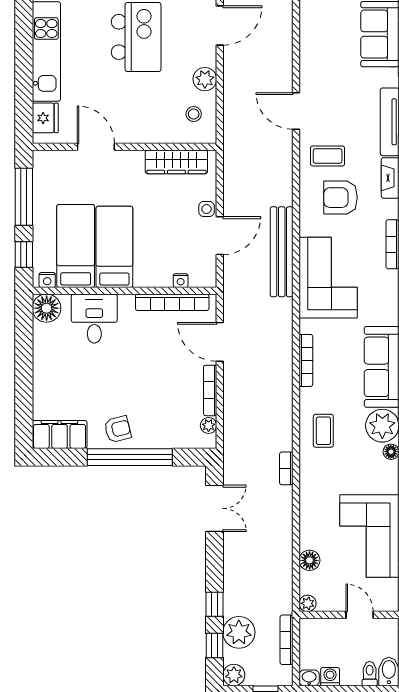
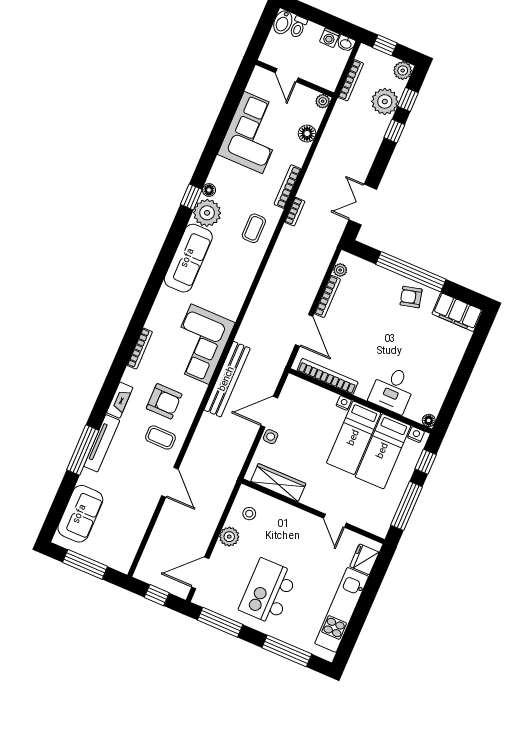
door: (96, 147) -> (335, 521), width x0.73
nightstand: (181, 281) -> (344, 403), moved
floor lamp: (47, 308) -> (429, 420), width x0.53, depth x0.53
bookcase: (306, 360) -> (288, 187), moved

